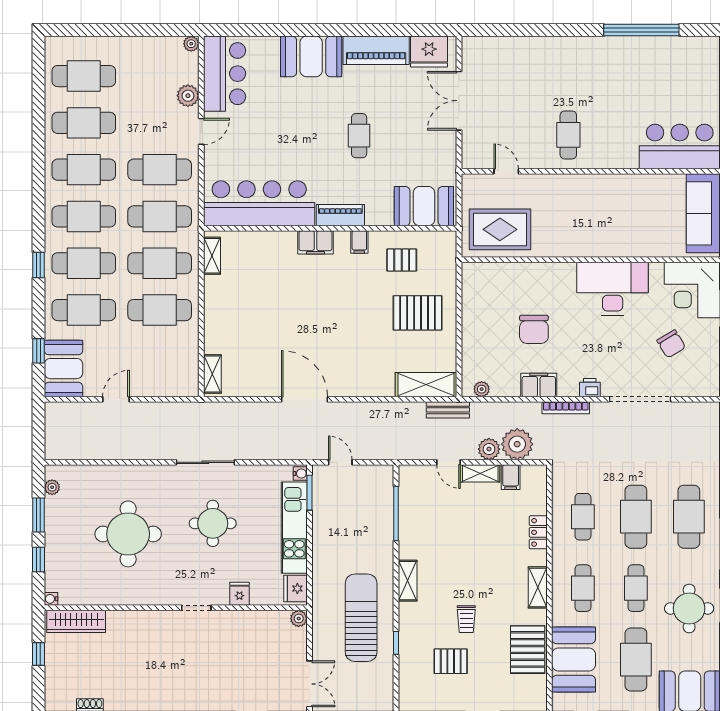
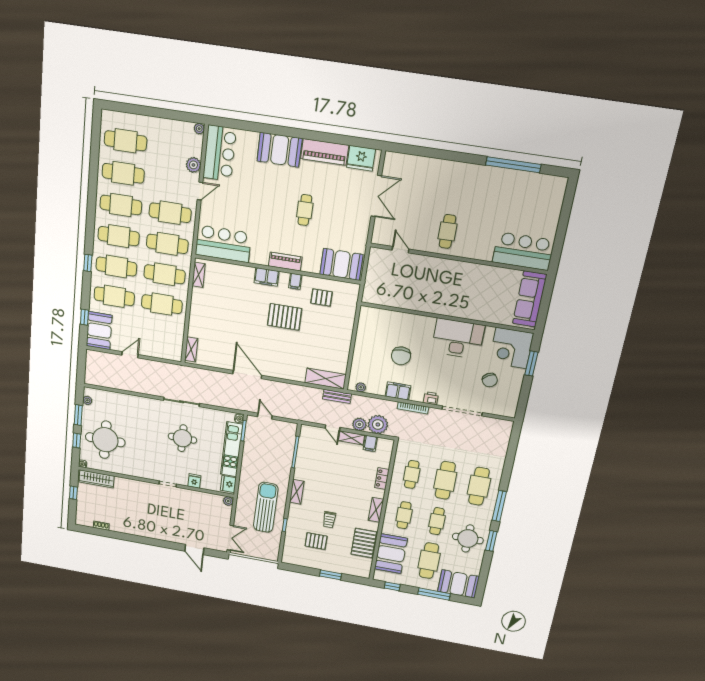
double door: (459, 101) -> (376, 196), swing flipped
bar counter: (259, 203) -> (223, 244), width x0.73
rug: (500, 229) -> (390, 288), removed
pallet: (418, 313) -> (285, 317), moved
round table: (128, 534) -> (105, 440), moved

